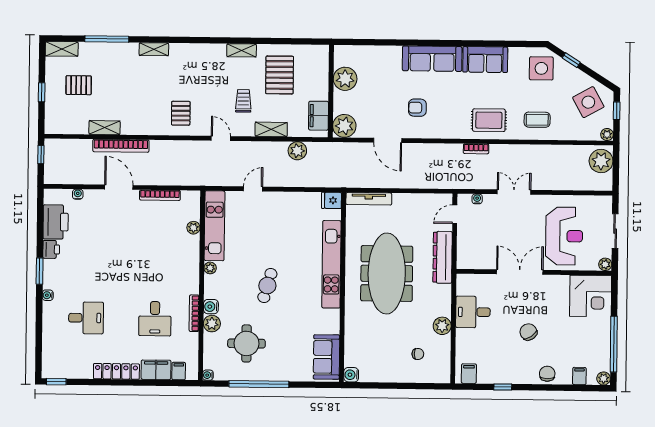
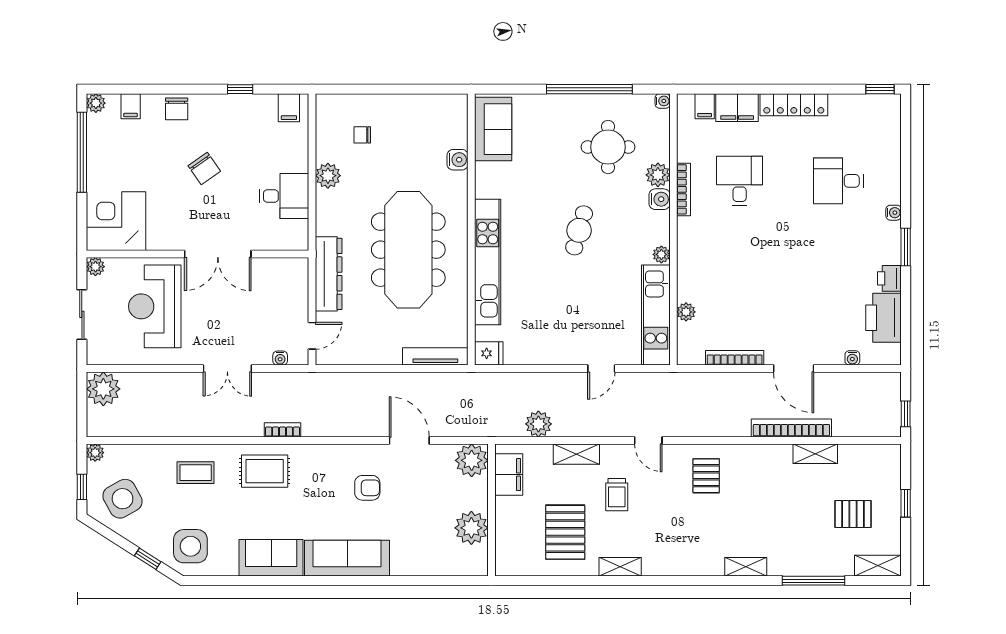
plant: (601, 161) -> (103, 389), moved
water cooler: (351, 375) -> (458, 160), moved

